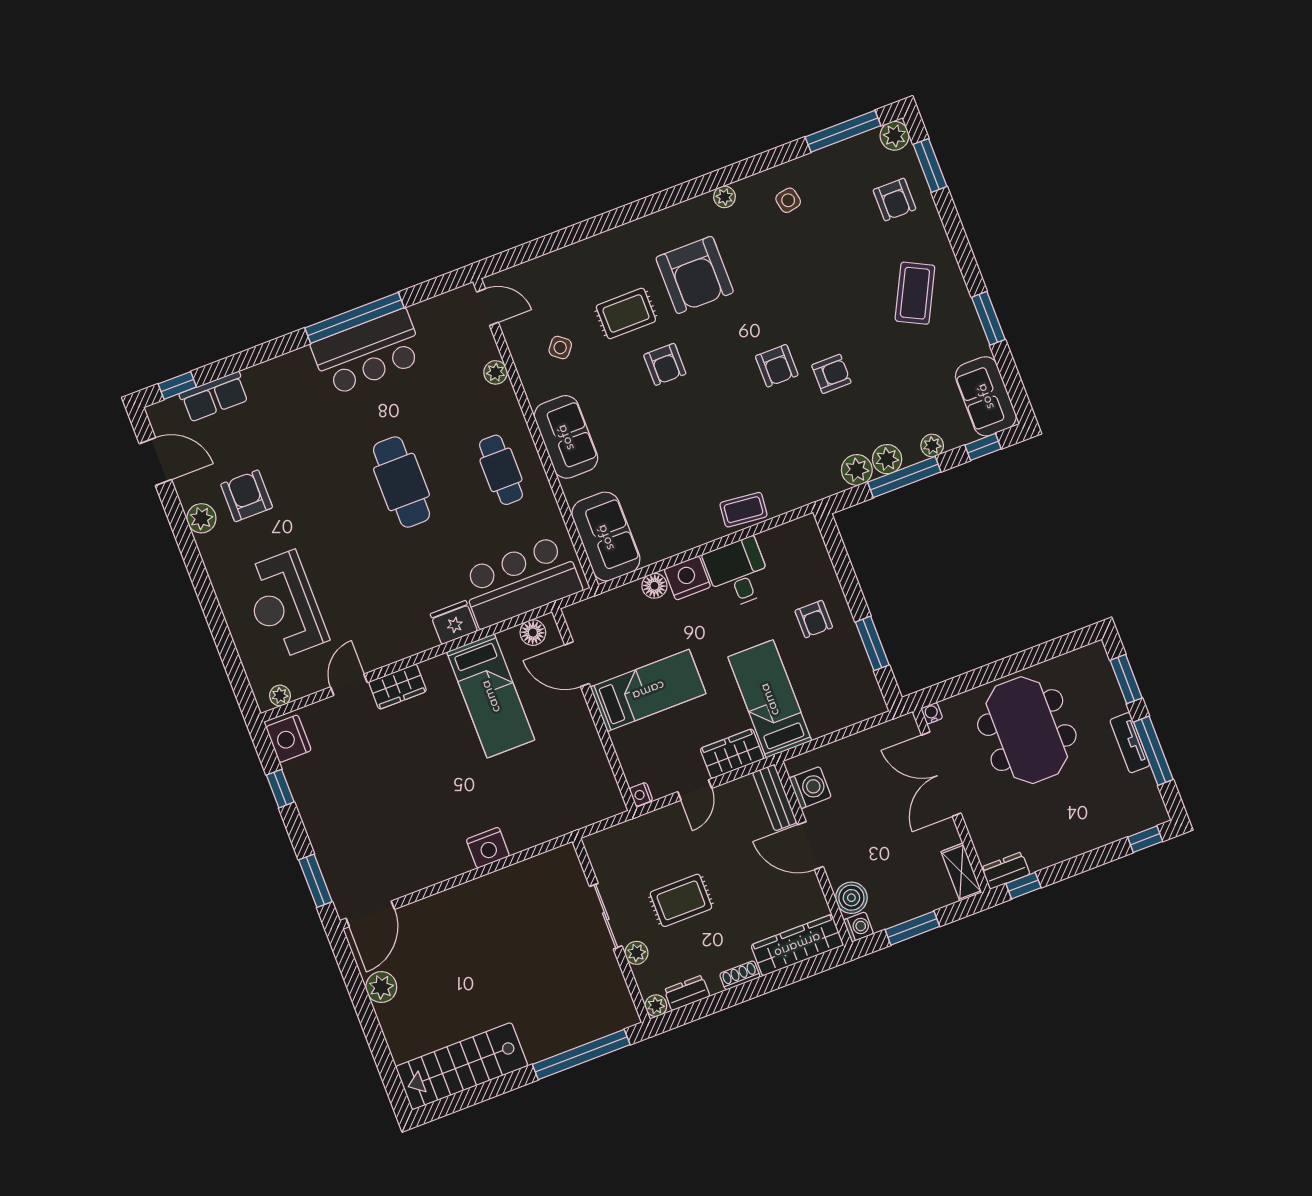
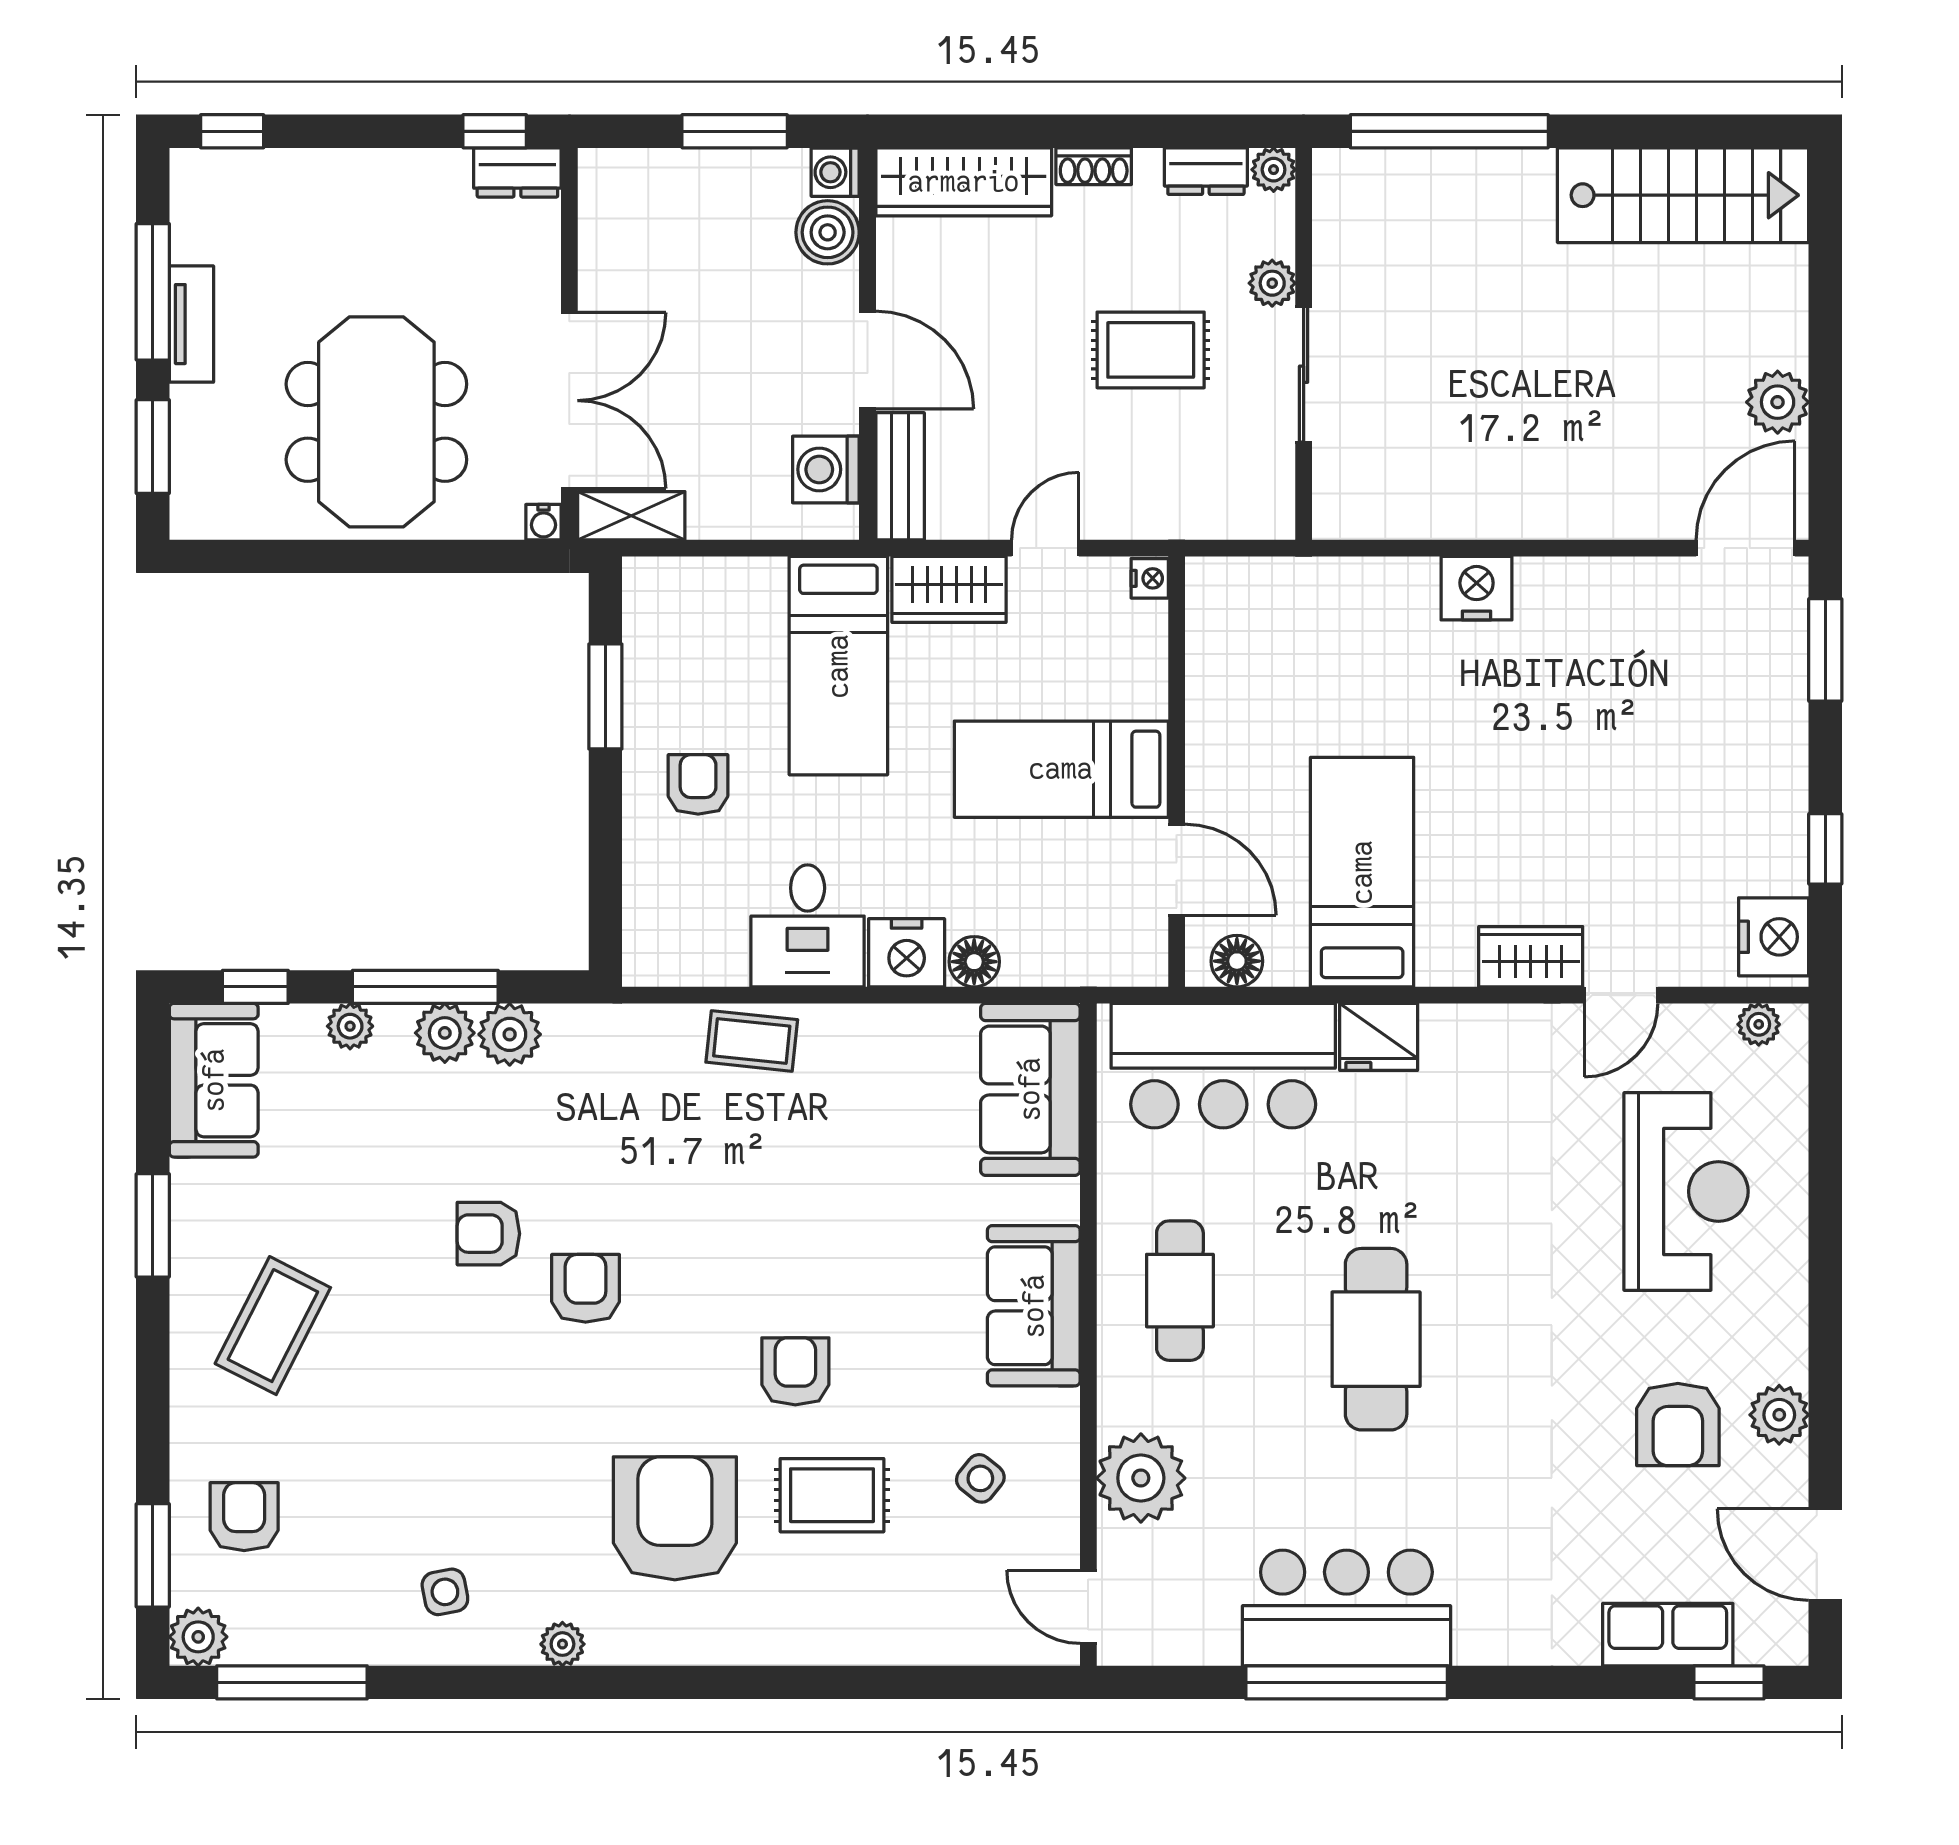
plant: (495, 372) -> (1141, 1478), width x1.88, depth x1.88
shelving: (961, 872) -> (631, 516), moved, turned 90

